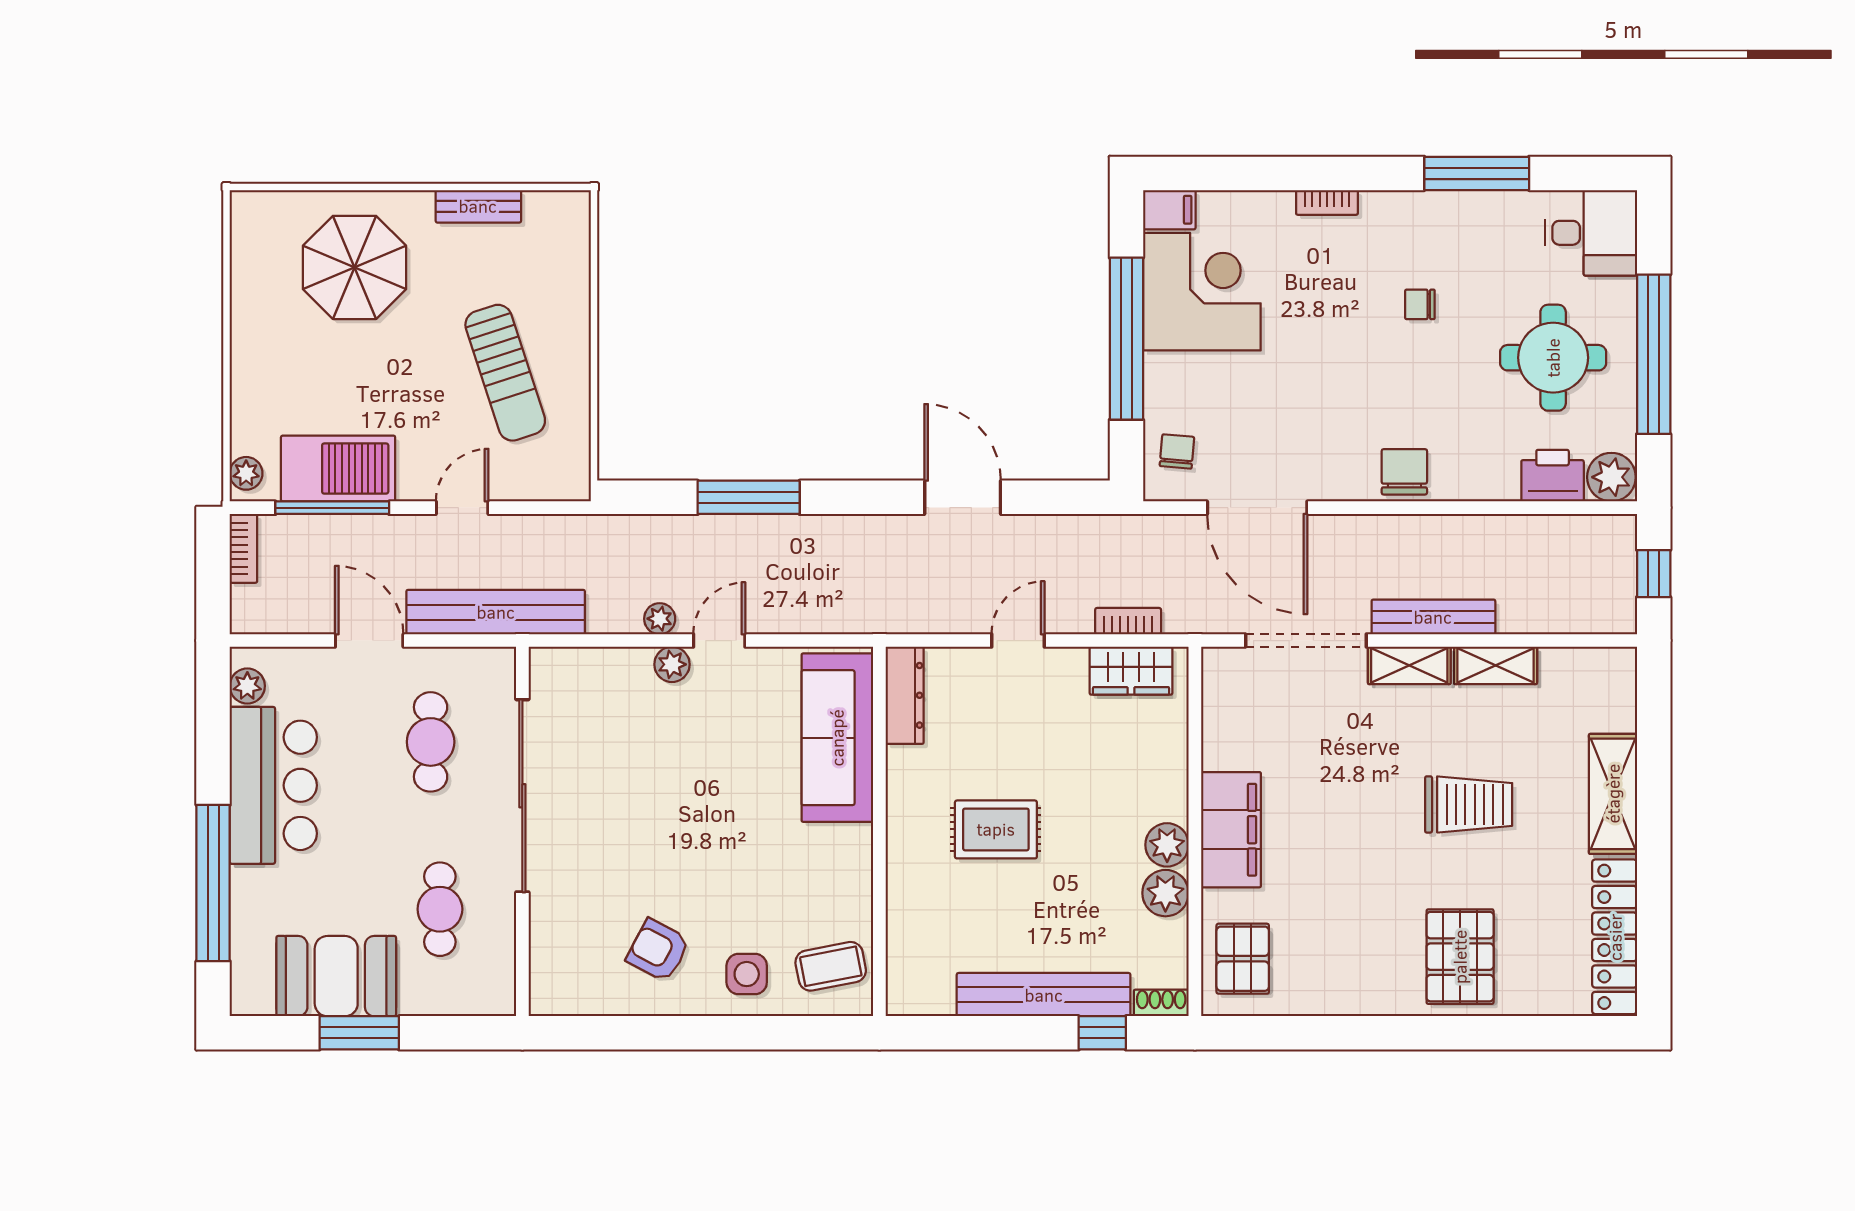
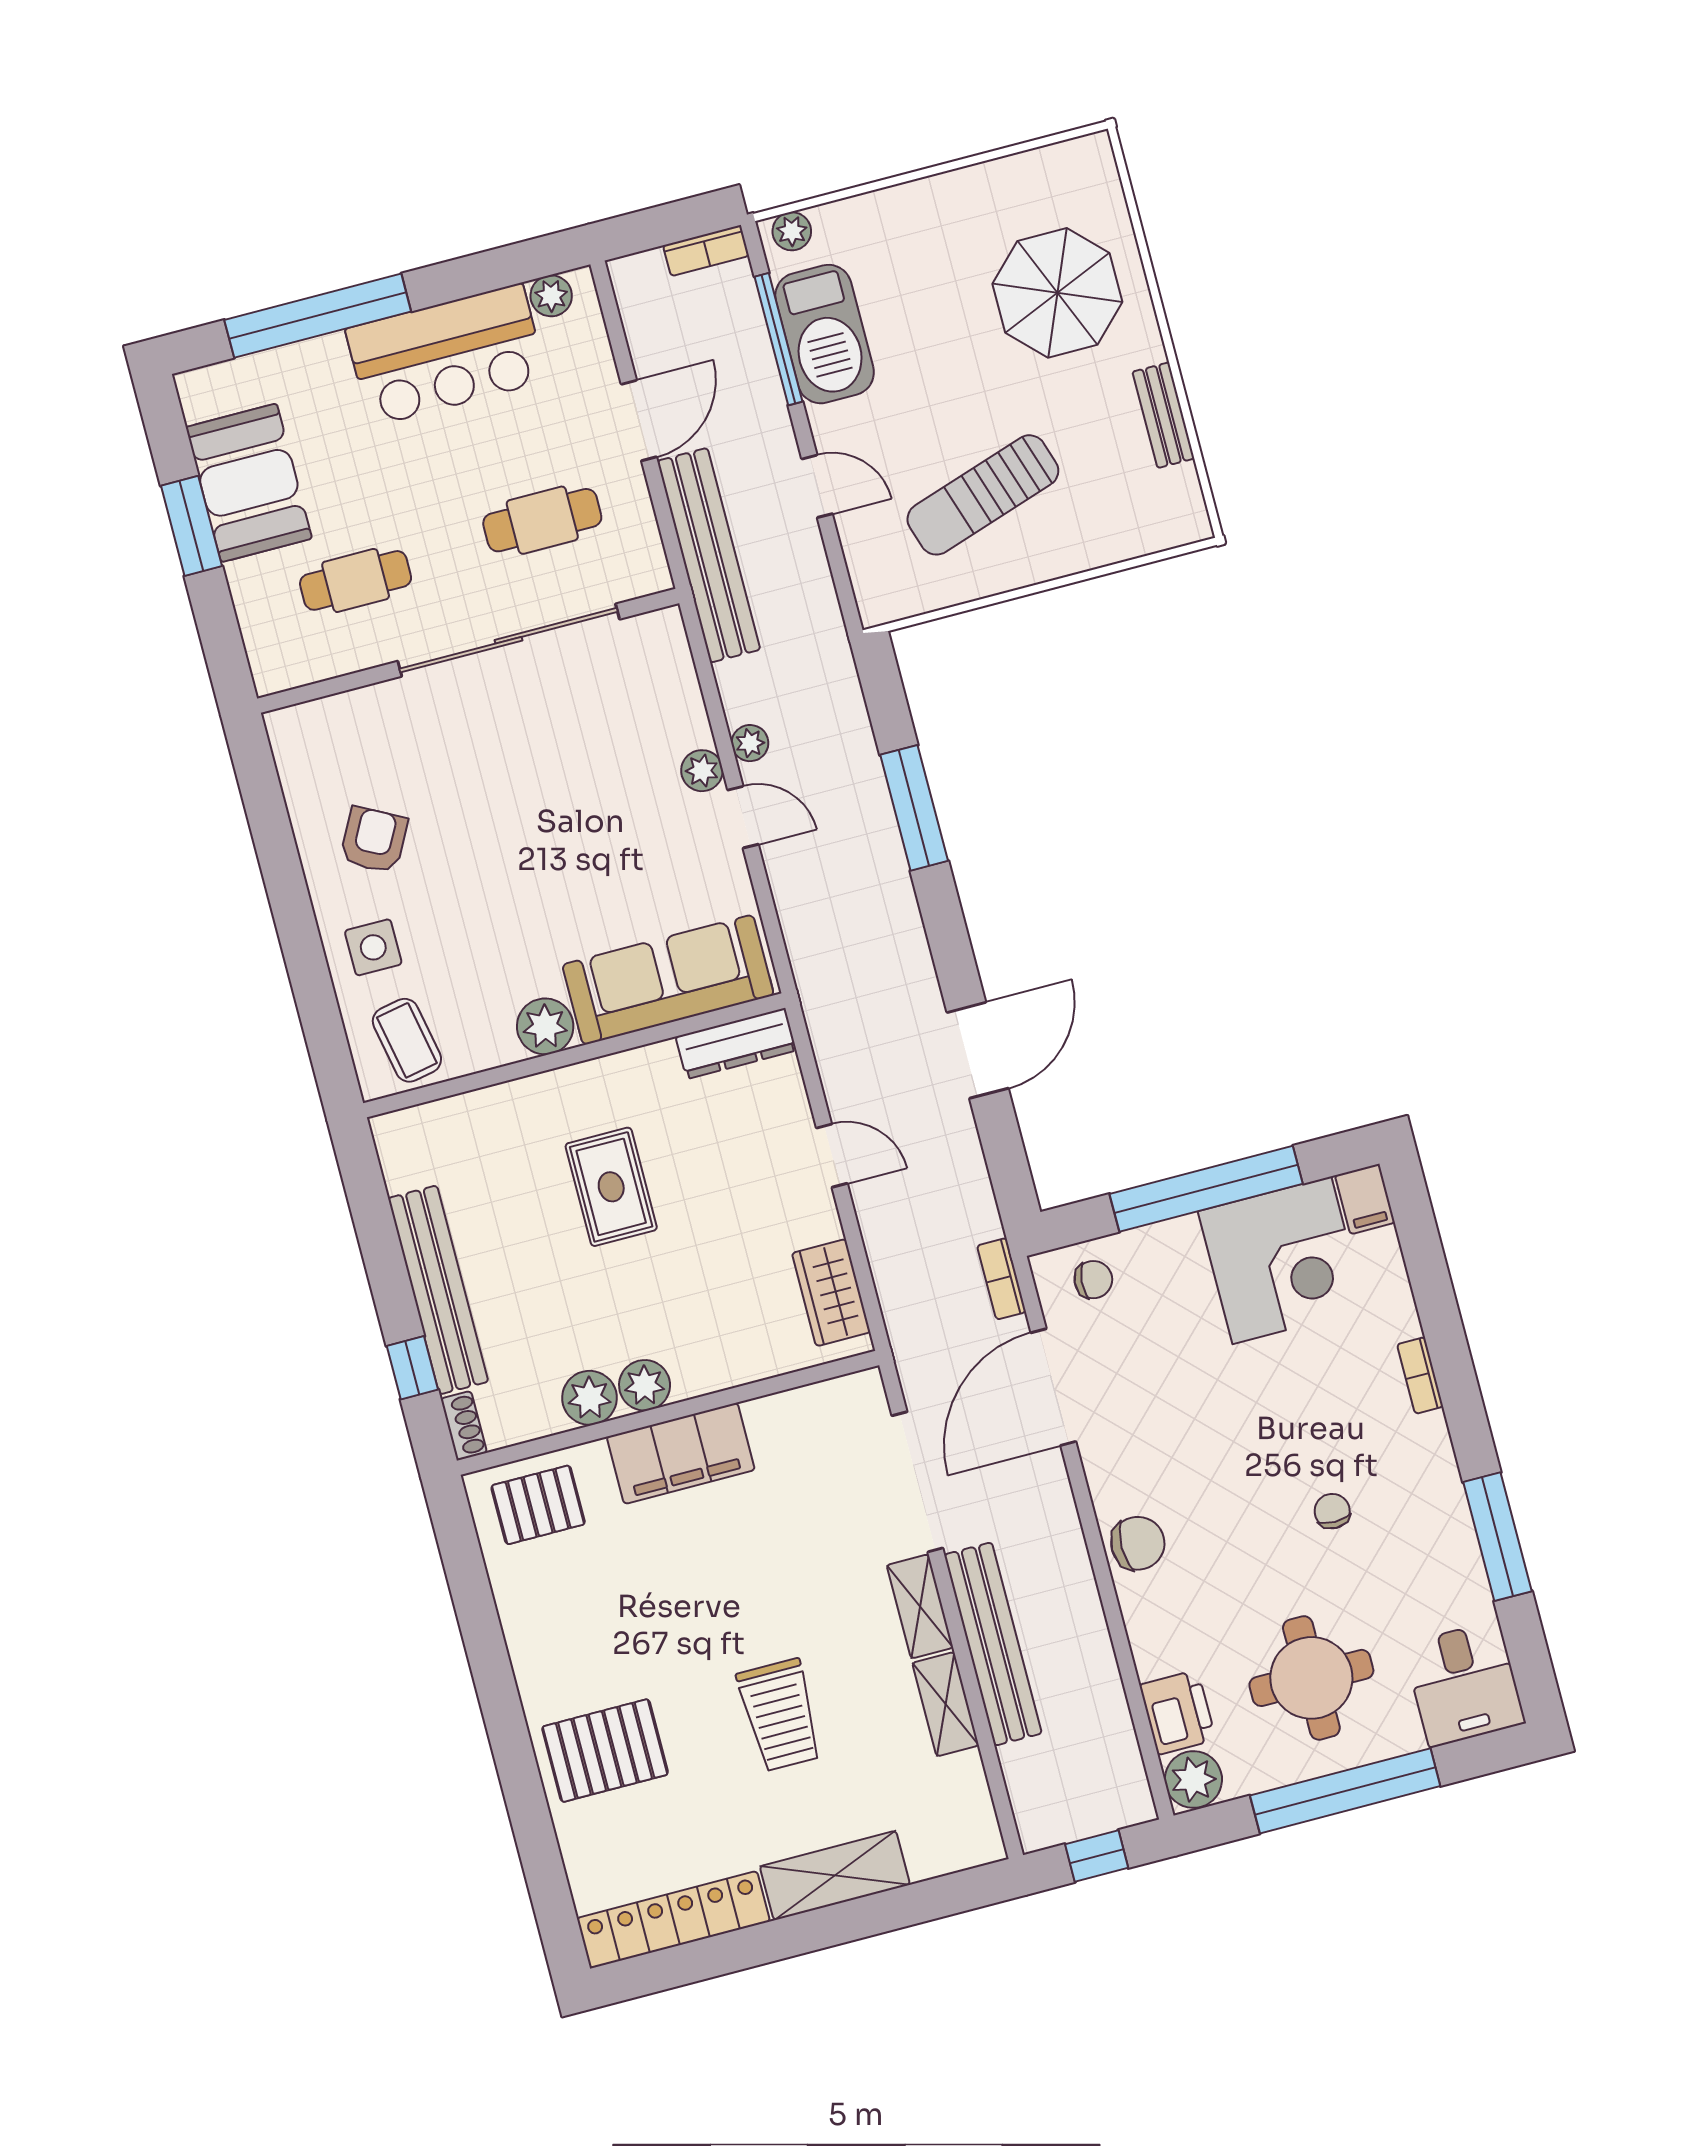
bench: (1433, 617) -> (993, 1644), width x1.37, depth x1.21
bookcase: (1128, 621) -> (1002, 1279), moved, turned 180
plant: (849, 849) -> (545, 1026), added

